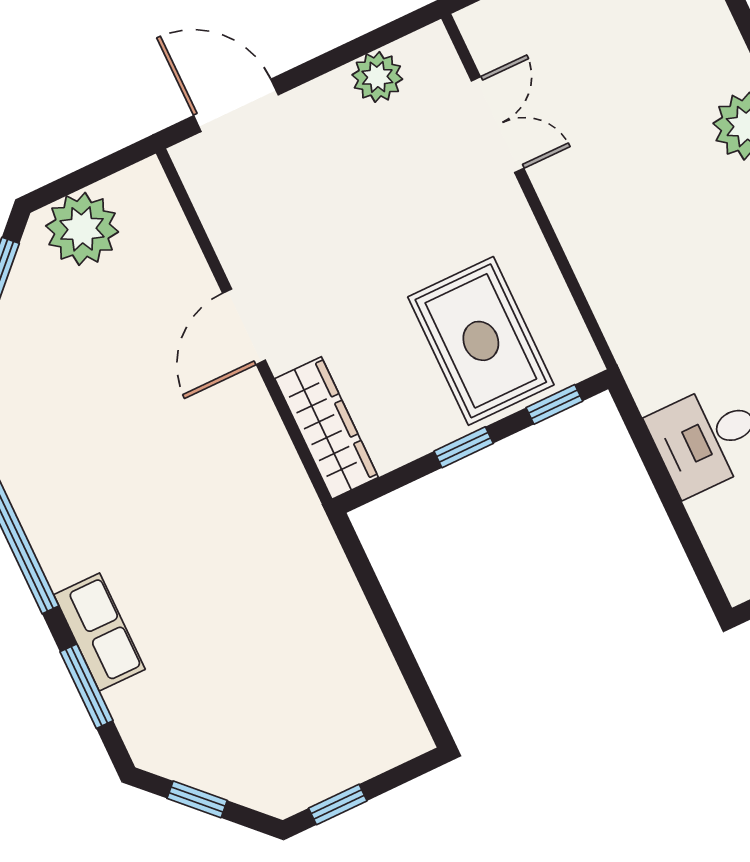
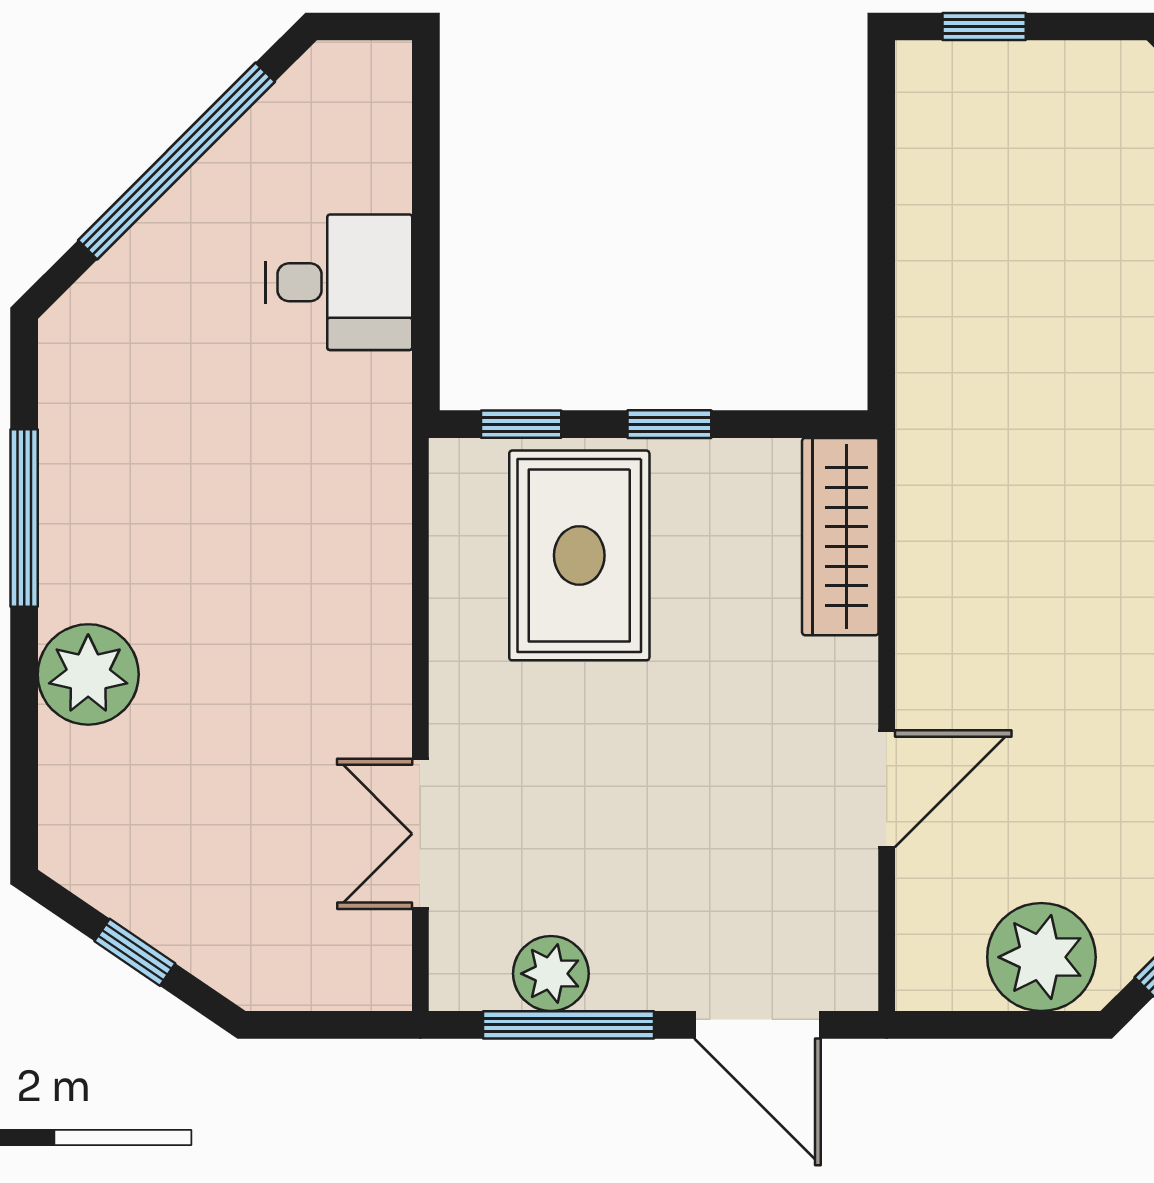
window: (352, 51) -> (568, 1025), added
door: (244, 327) -> (887, 789), moved
window: (338, 804) -> (984, 26), moved

